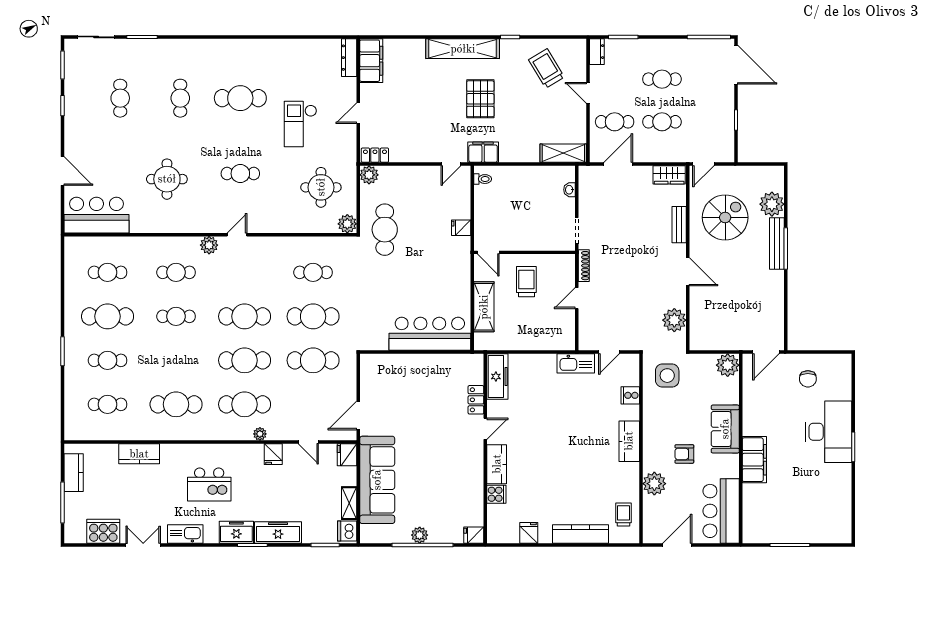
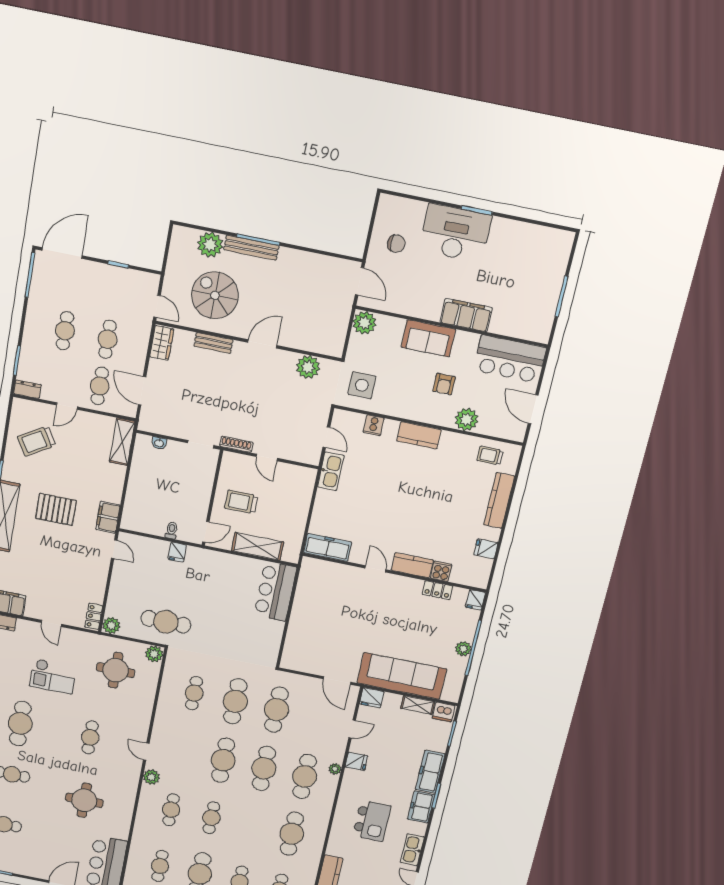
toilet: (483, 179) -> (172, 530), moved
bar counter: (430, 334) -> (275, 591), width x0.73
locker: (476, 400) -> (437, 590), moved

